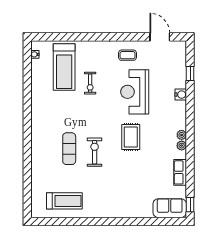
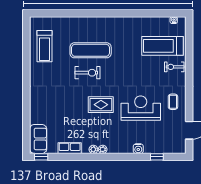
exercise bike: (90, 83) -> (174, 67), moved
exercise mat: (69, 149) -> (91, 50), width x1.36, depth x1.45

